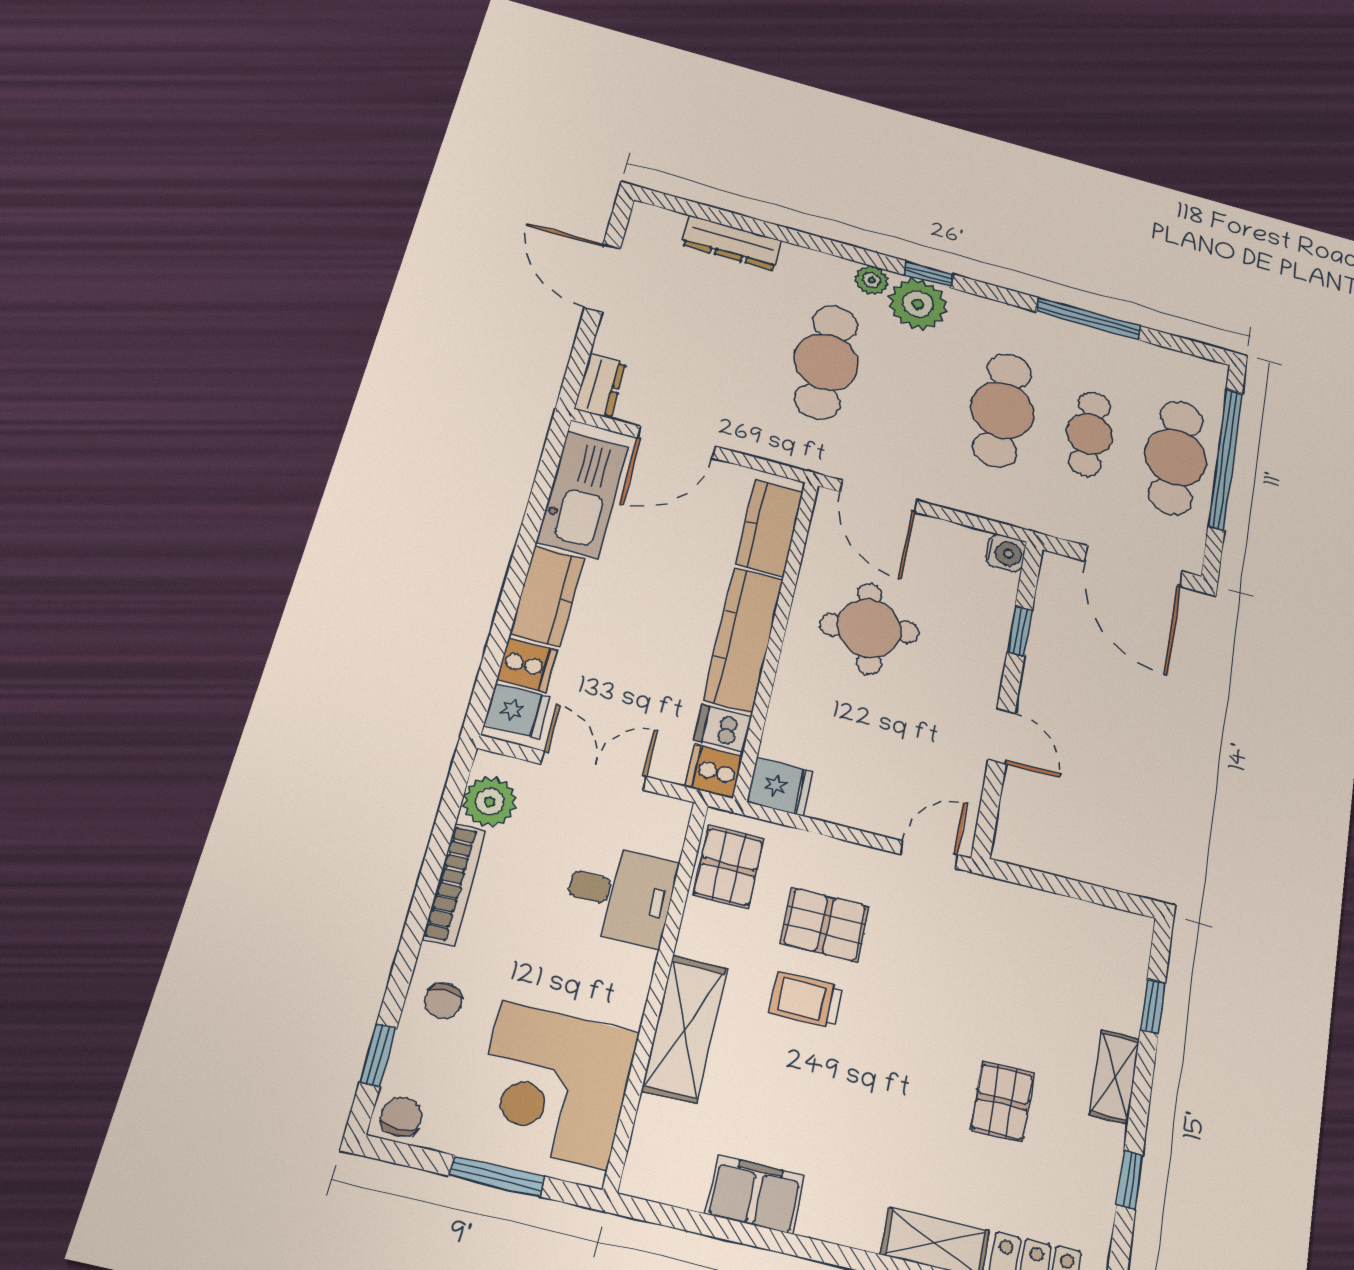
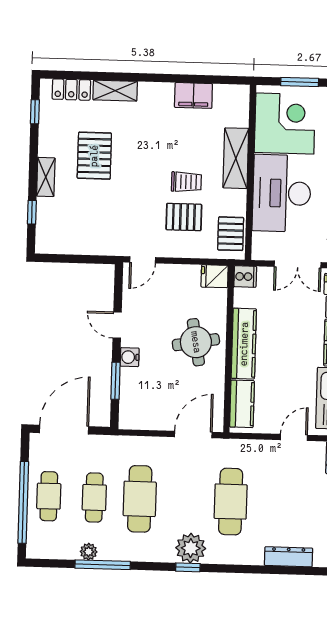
plant: (872, 280) -> (89, 552), moved
door: (676, 442) -> (294, 437), width x0.73
cafe table: (1176, 457) -> (49, 496), width x0.73, depth x0.74
door: (879, 496) -> (193, 434), hinge flipped
water cooler: (1006, 553) -> (130, 357), moved
door: (1133, 566) -> (64, 430), hinge flipped
round table: (869, 628) -> (196, 342), moved
window: (1020, 631) -> (116, 381), width x1.50
dishwasher: (723, 729) -> (245, 298), removed
desk: (620, 894) -> (282, 193), width x1.87, depth x1.30
pallet: (1002, 1102) -> (94, 156), width x1.50, depth x1.42
window: (1130, 1180) -> (35, 112), moved

